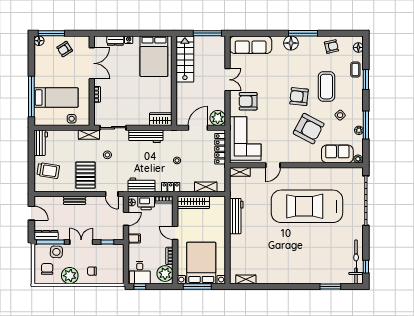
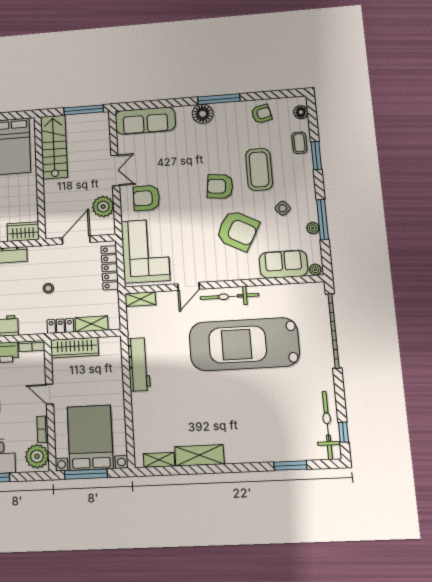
plant: (218, 118) -> (103, 207), moved
bicycle: (300, 174) -> (229, 296), added
locker: (171, 187) -> (60, 326), moved
shelving: (272, 277) -> (199, 455), added

